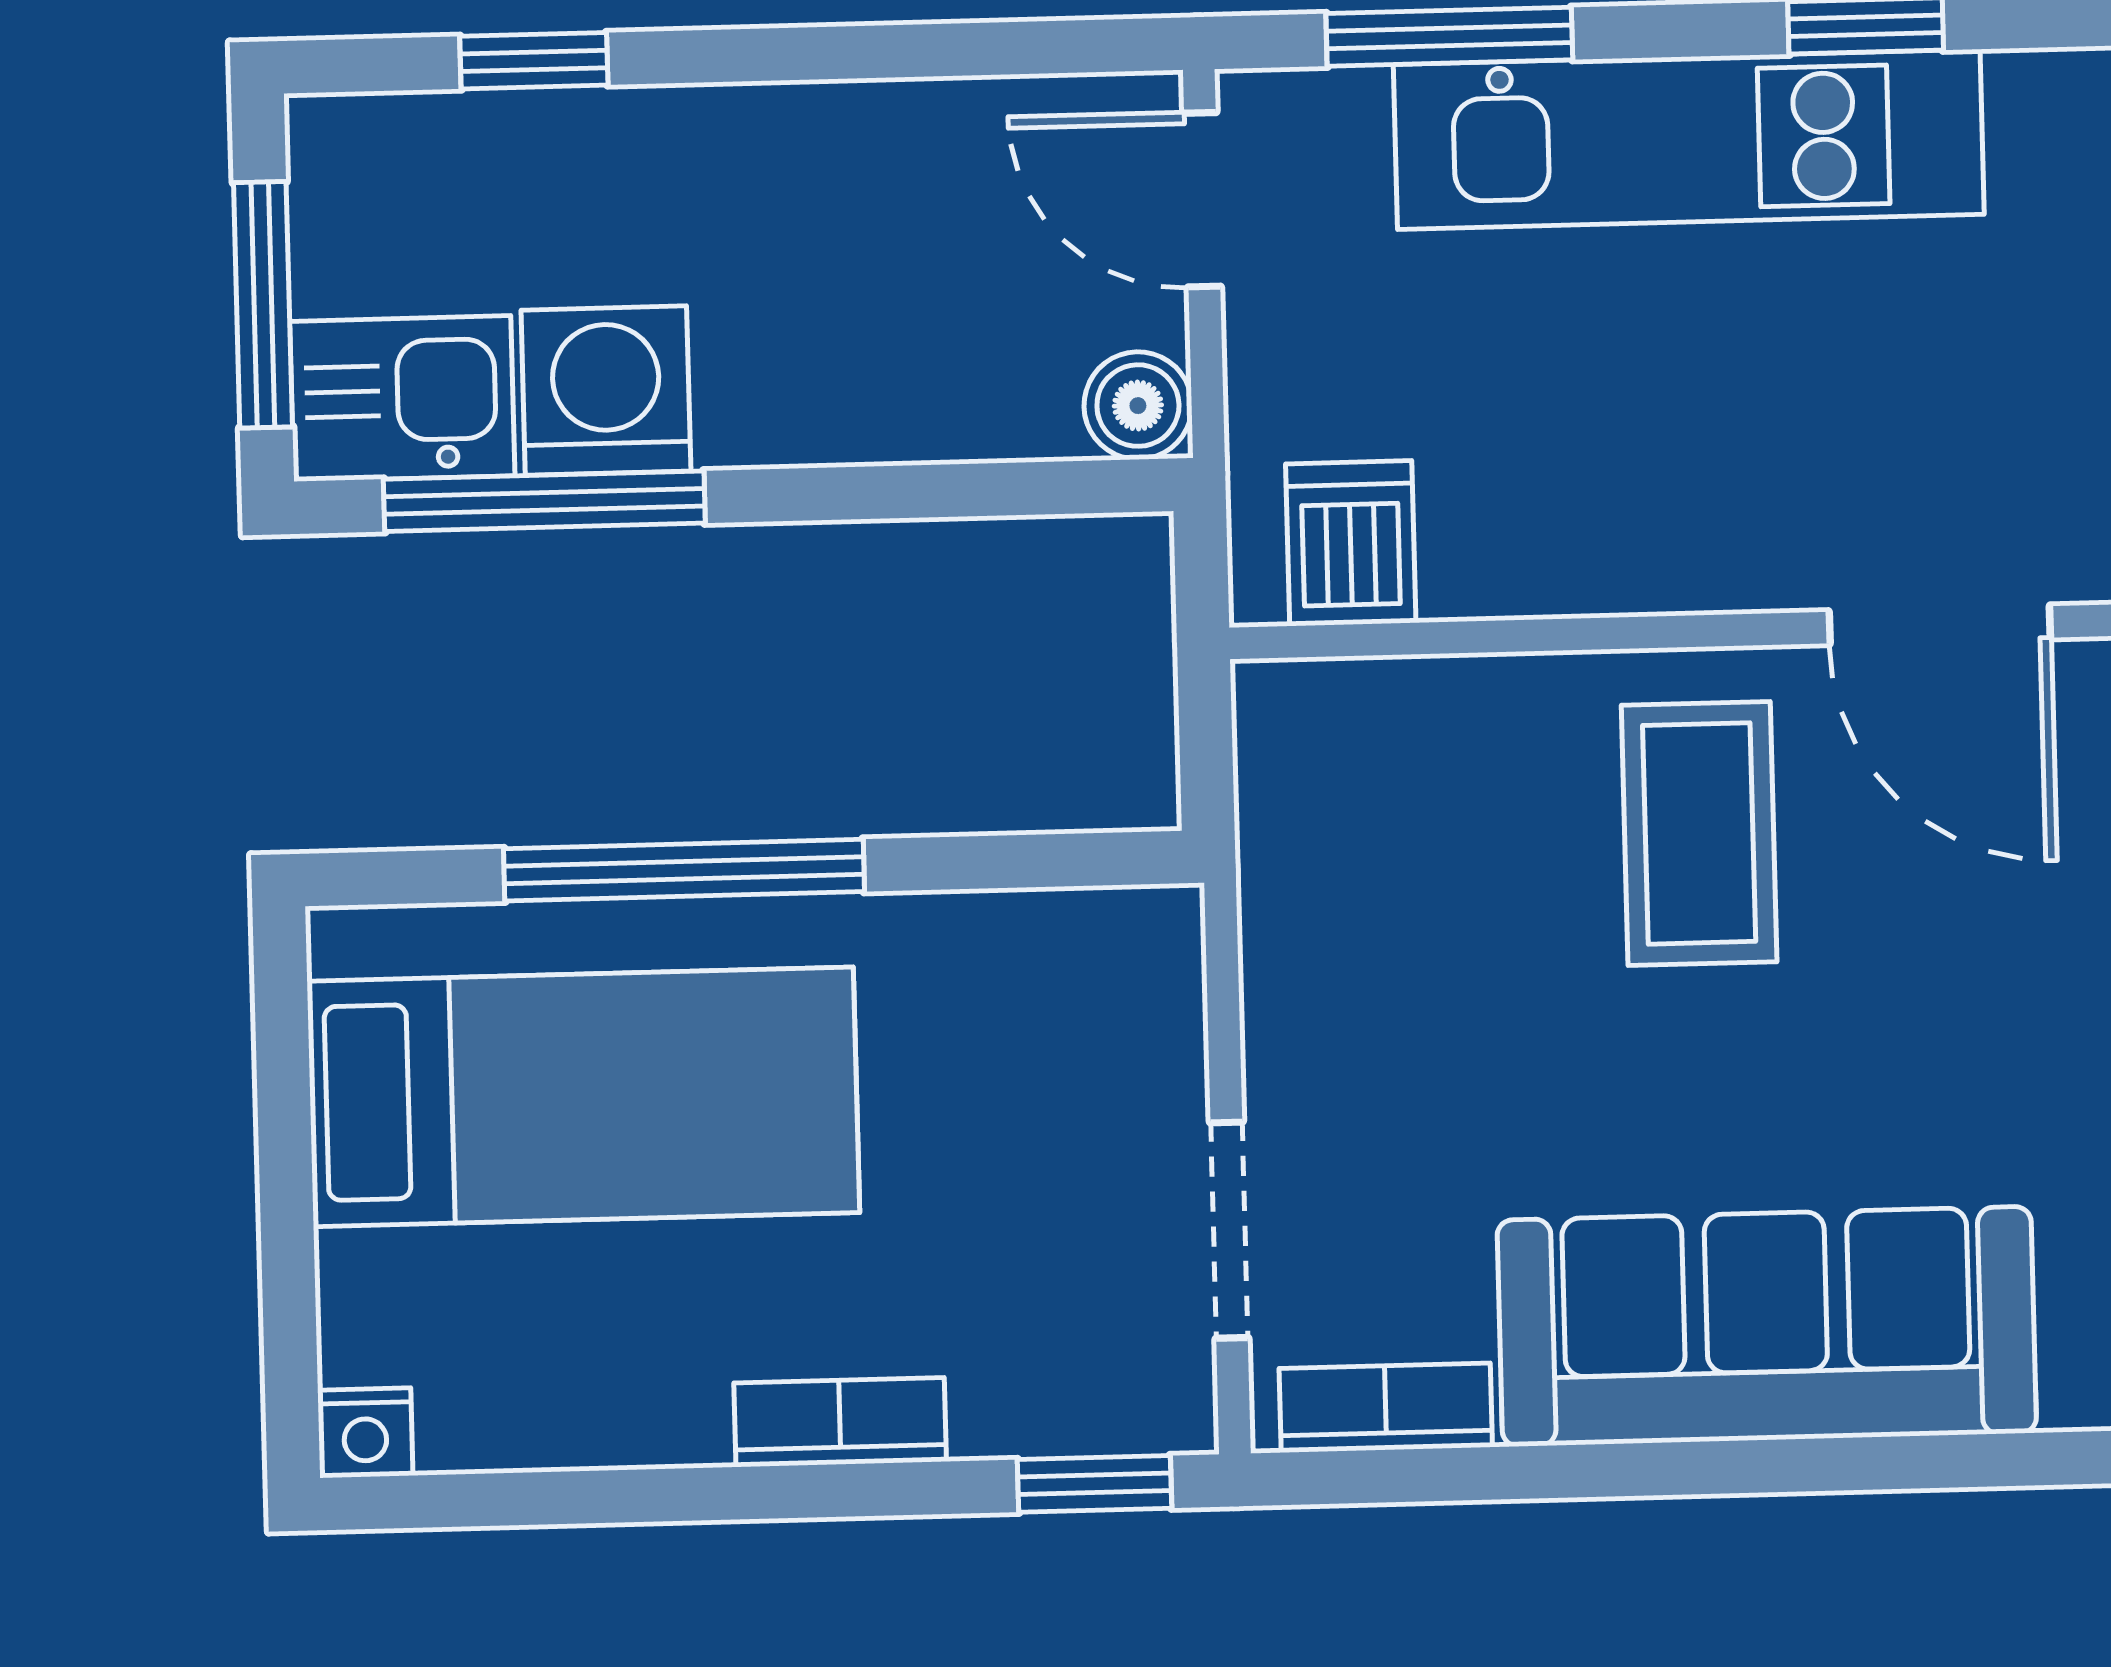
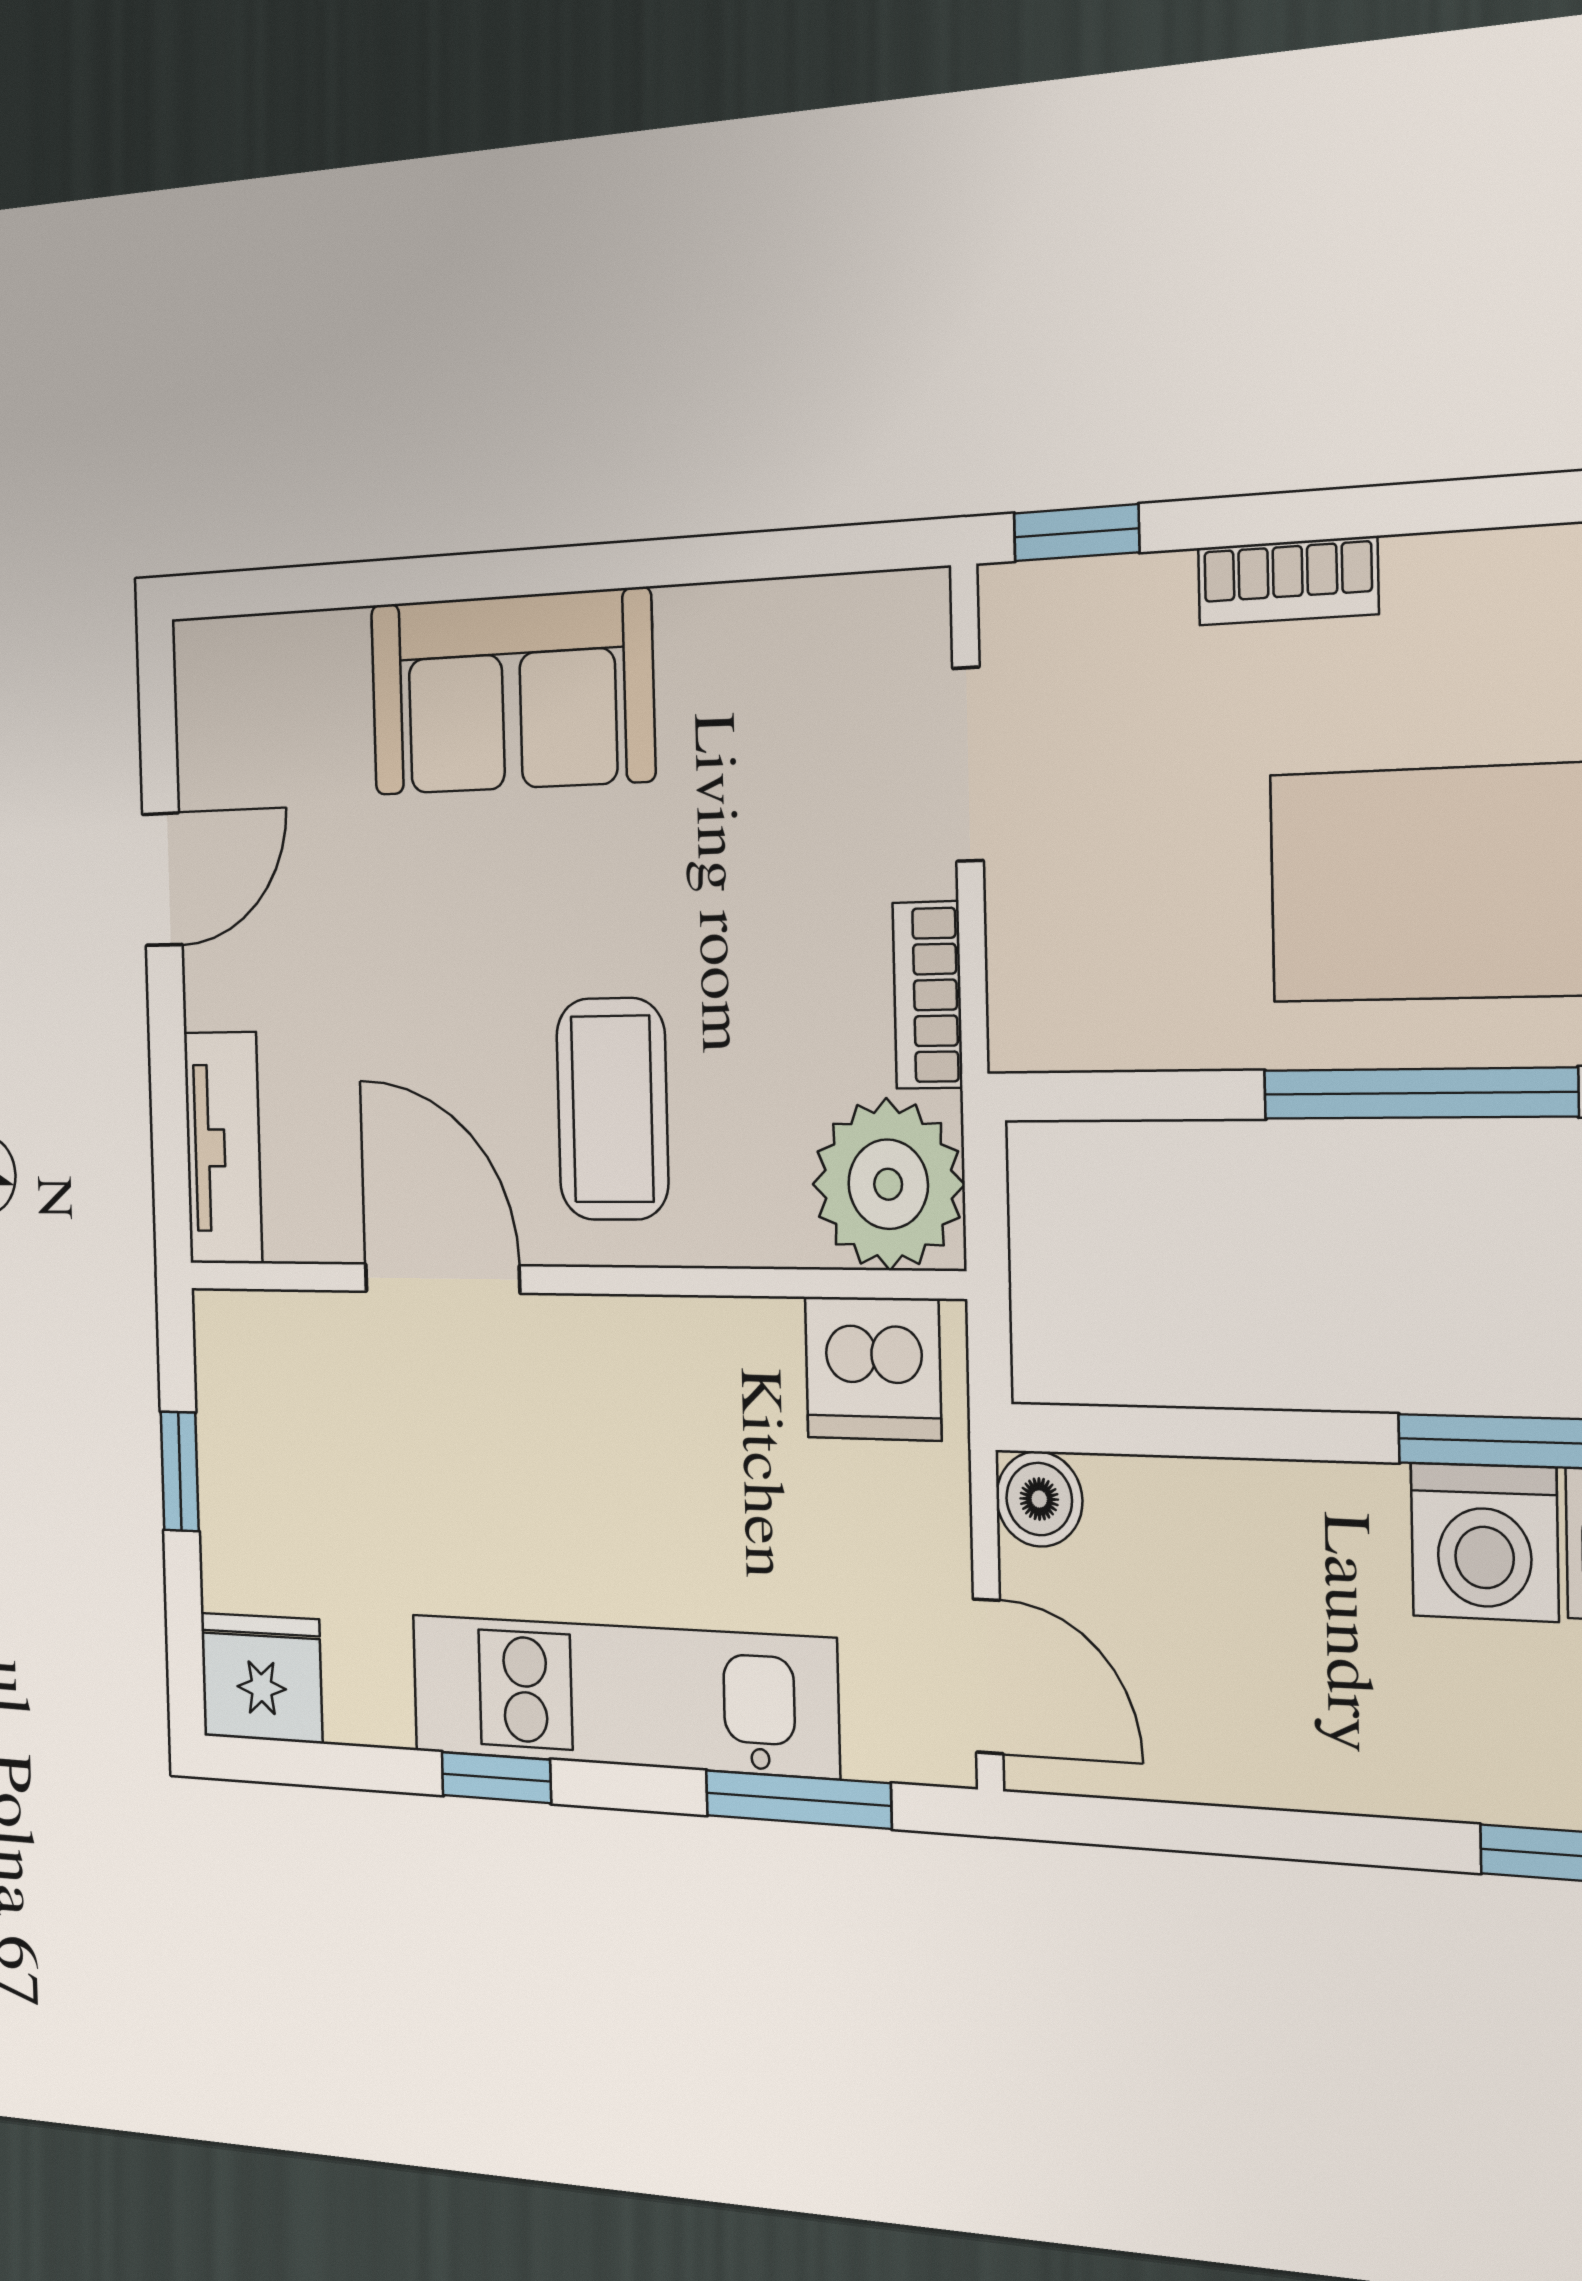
dishwasher: (1351, 543) -> (873, 1368), width x1.38
plant: (1331, 755) -> (888, 1184), added
sofa: (1767, 1326) -> (511, 692), width x0.73
bookcase: (1386, 1408) -> (928, 995), moved, turned 90

